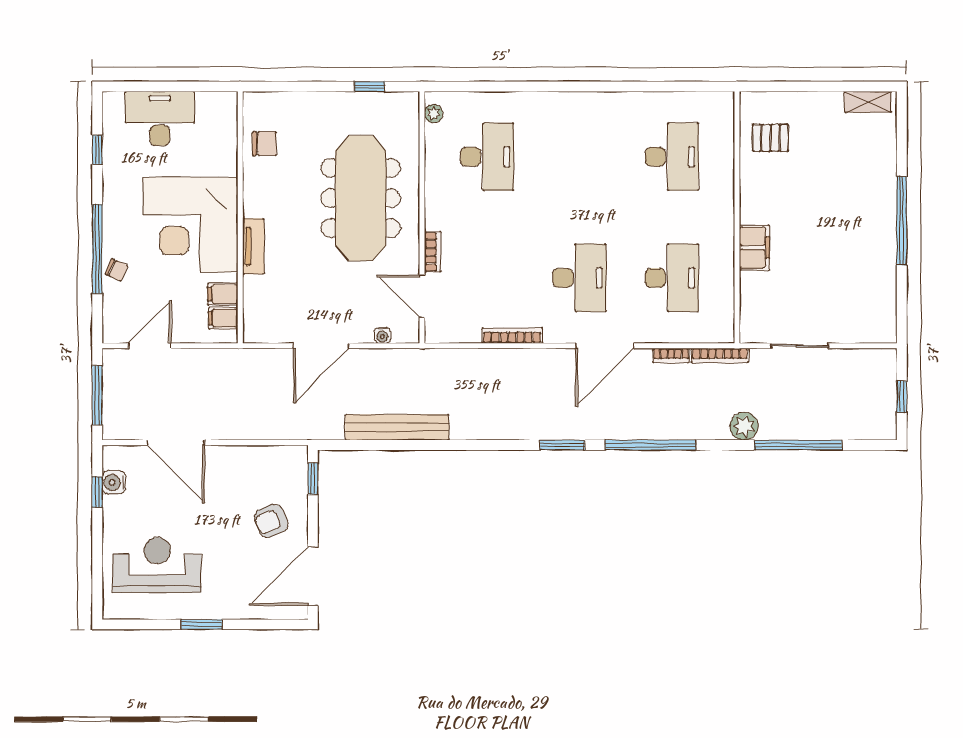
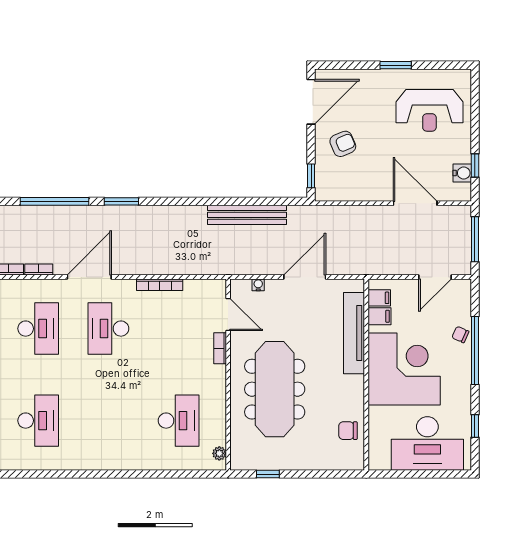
desk: (160, 119) -> (427, 443), width x1.36, depth x1.30
desk: (487, 157) -> (179, 421), turned 180
desk: (672, 157) -> (38, 421), turned 180
tv unit: (253, 246) -> (354, 333), width x1.92, depth x1.29
desk: (672, 278) -> (38, 329), turned 180

